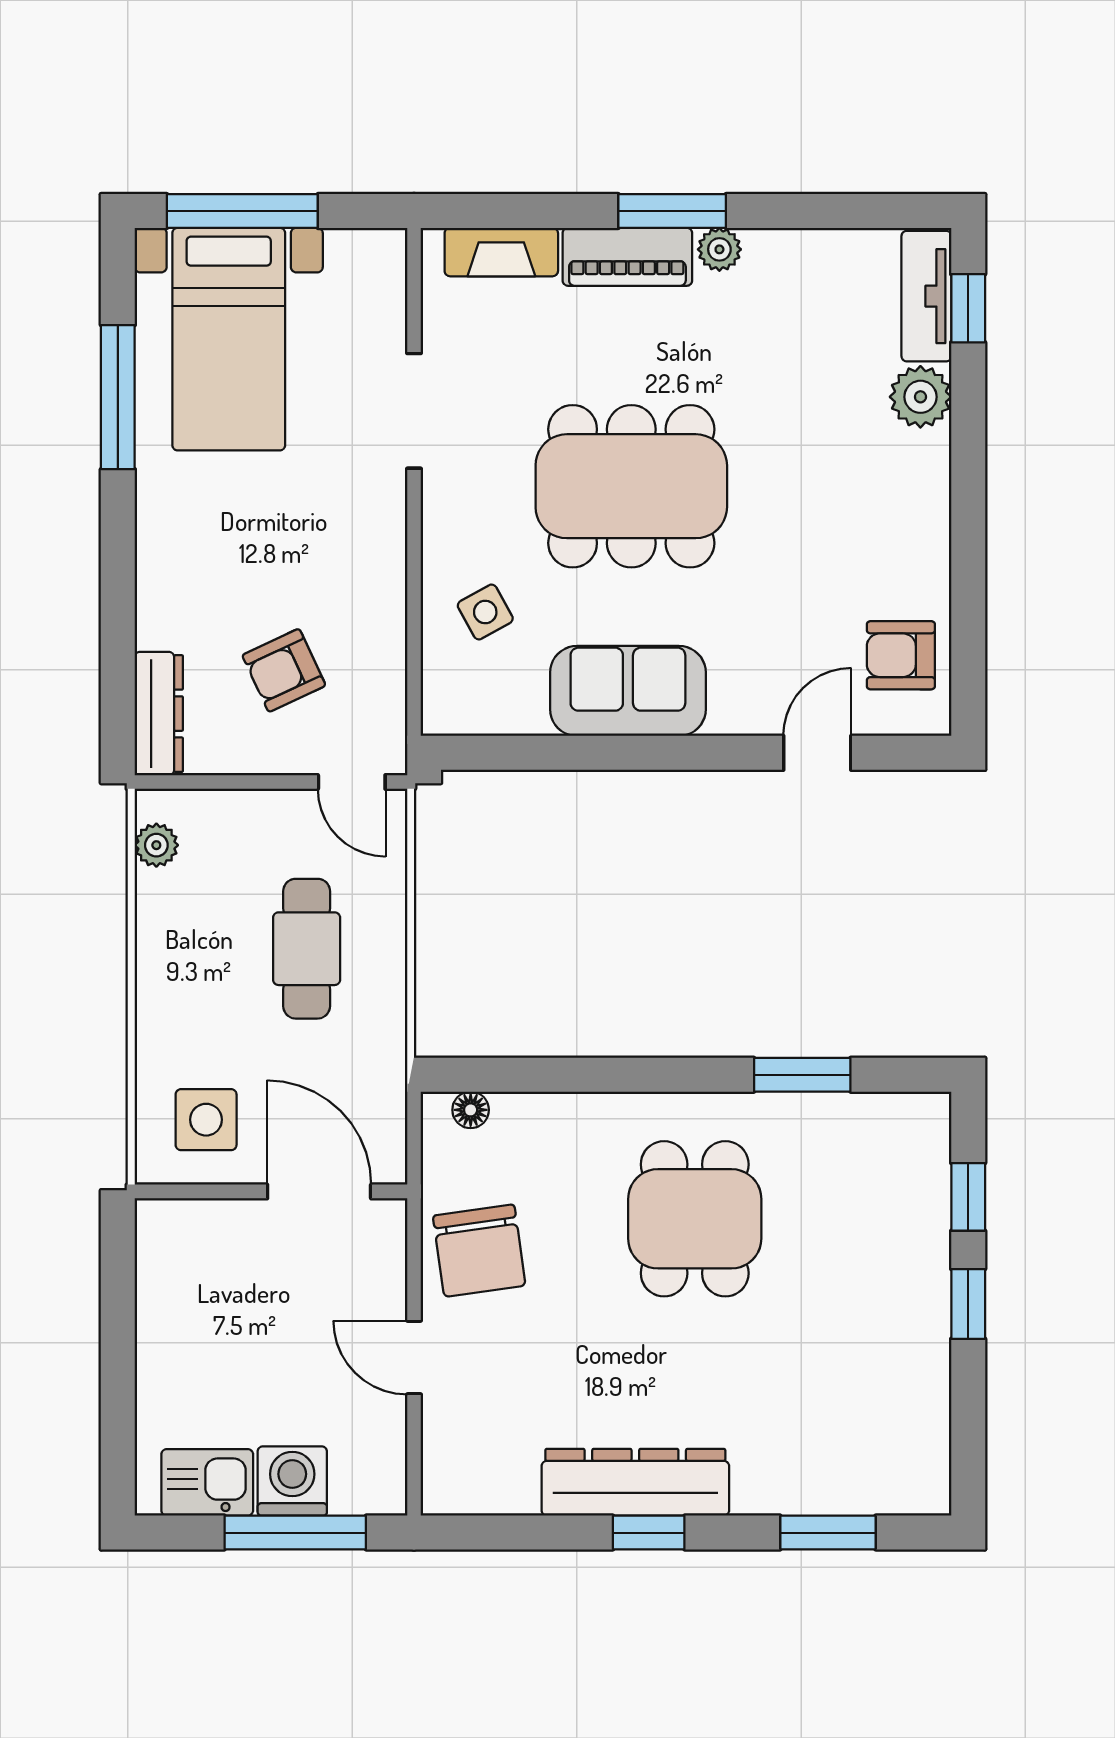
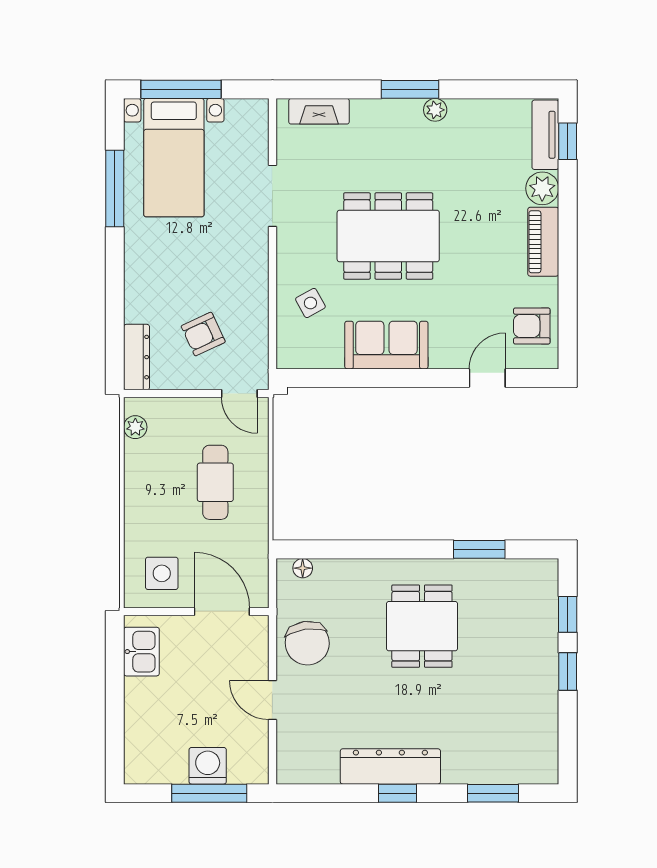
piano: (627, 257) -> (543, 242), moved, turned 90
kitchen sink: (207, 1482) -> (141, 652), moved, turned 90

